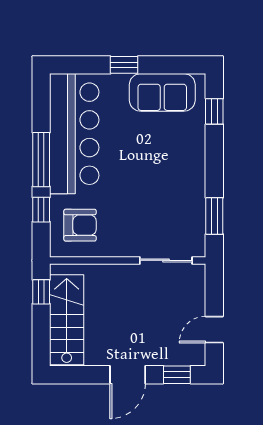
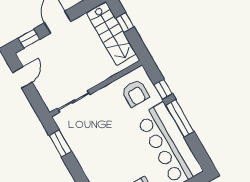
armchair: (80, 225) -> (135, 93), turned -90
window: (41, 292) -> (125, 23), moved

